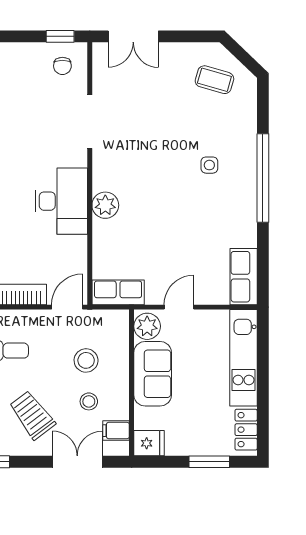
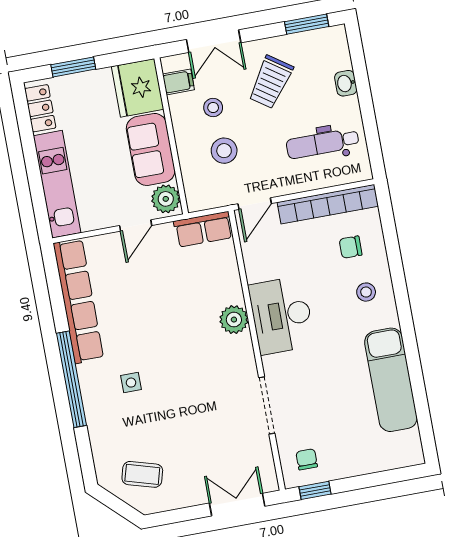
row of seats: (244, 277) -> (78, 301), width x2.02
trolley: (32, 415) -> (271, 82), turned 72
fridge: (149, 443) -> (138, 88), width x1.88, depth x1.34

